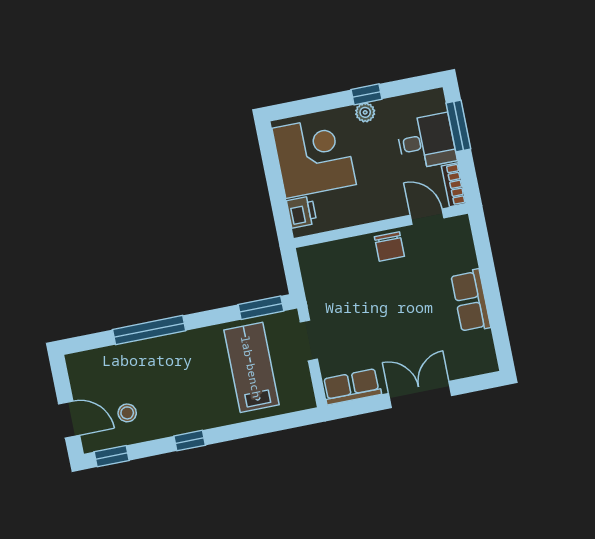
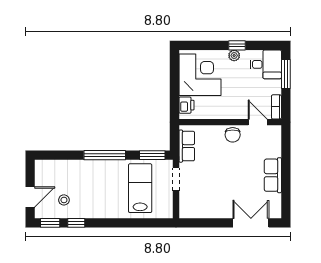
desk: (426, 141) -> (266, 64), moved
window: (149, 330) -> (105, 155), moved
row of seats: (352, 387) -> (187, 146), moved, turned 90
double door: (420, 394) -> (251, 223), moved
door: (69, 419) -> (30, 197), hinge flipped
window: (190, 441) -> (76, 223), moved

